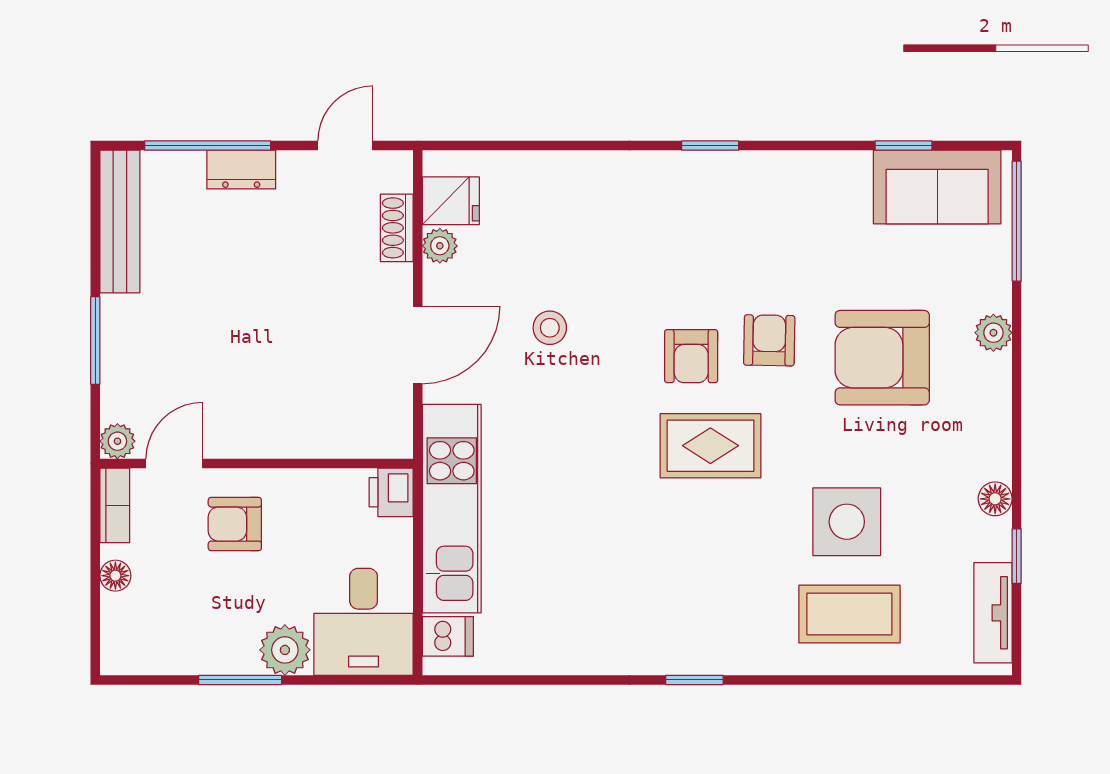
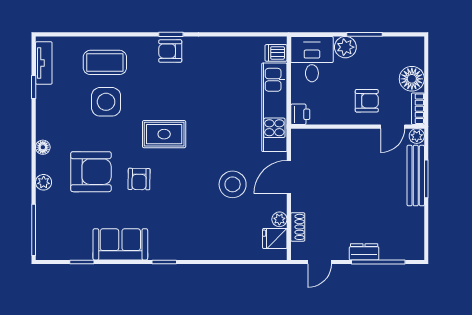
sofa: (937, 187) -> (120, 244), moved
bench: (120, 222) -> (416, 176), moved
stool: (550, 328) -> (233, 184), width x1.89, depth x1.89
armchair: (691, 356) -> (170, 51), moved, turned -90
floor lamp: (995, 499) -> (43, 147), moved
floor lamp: (115, 576) -> (412, 79), width x1.89, depth x1.89

